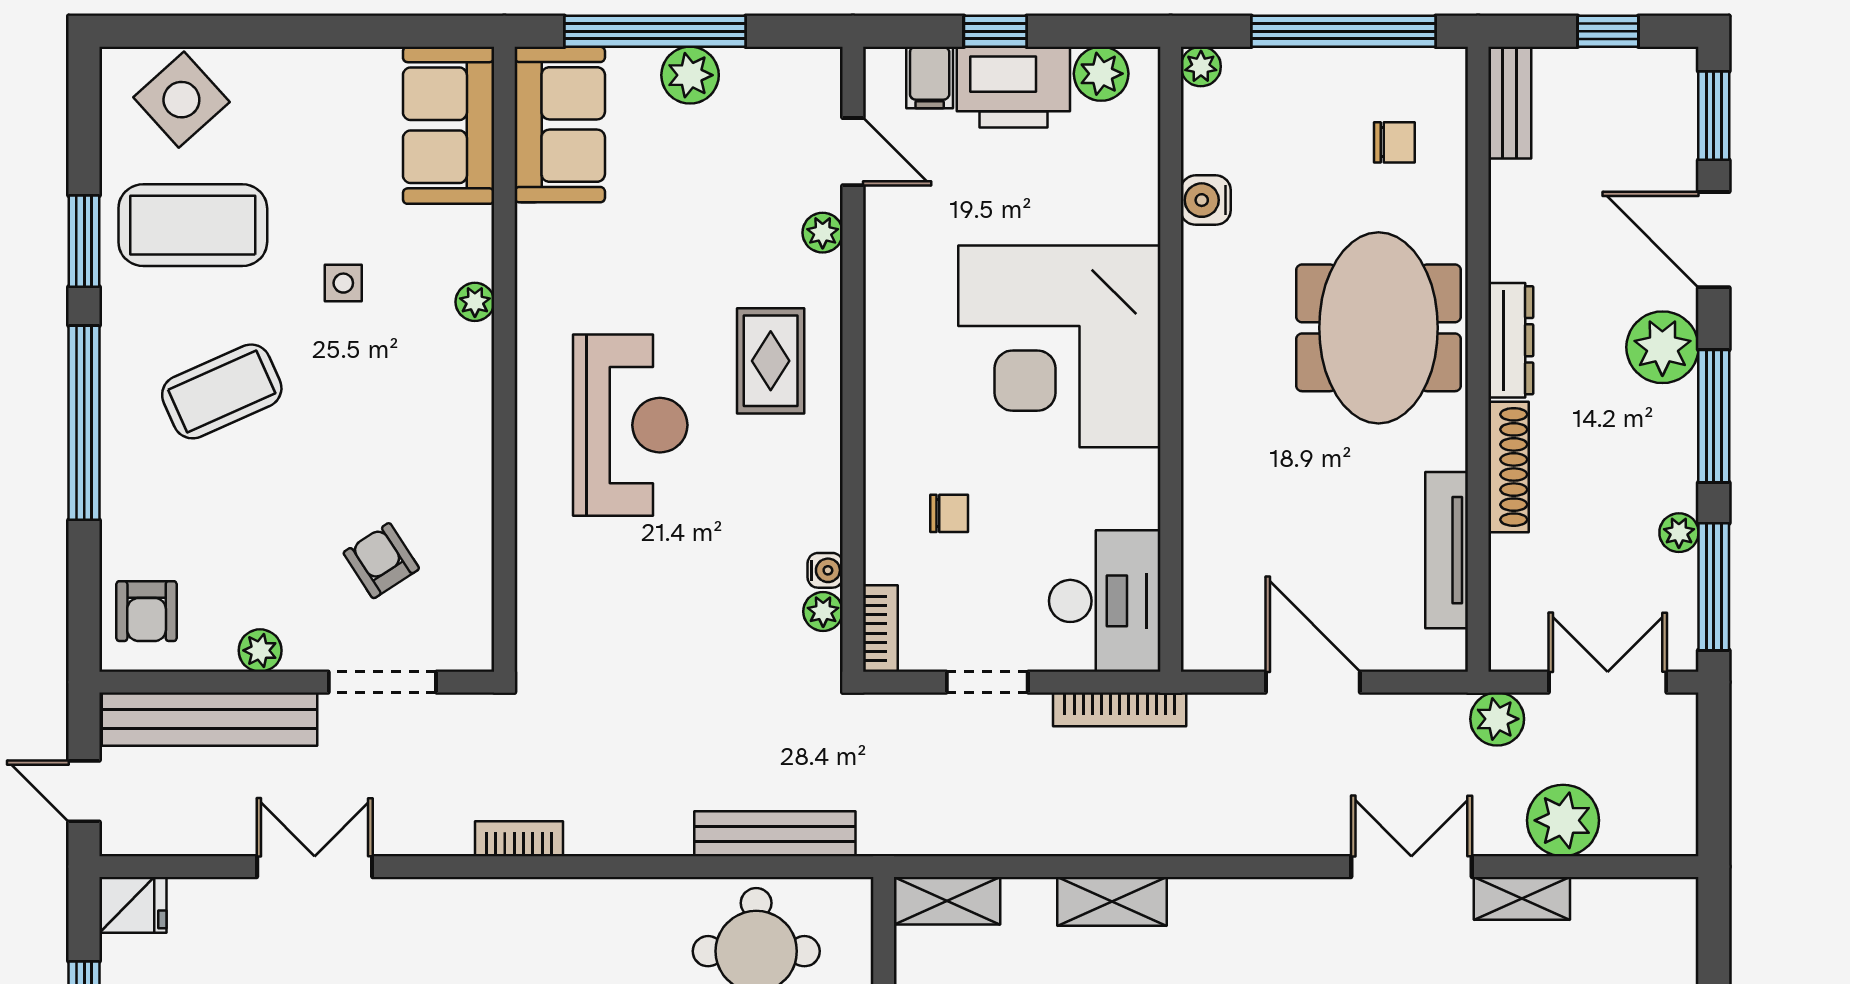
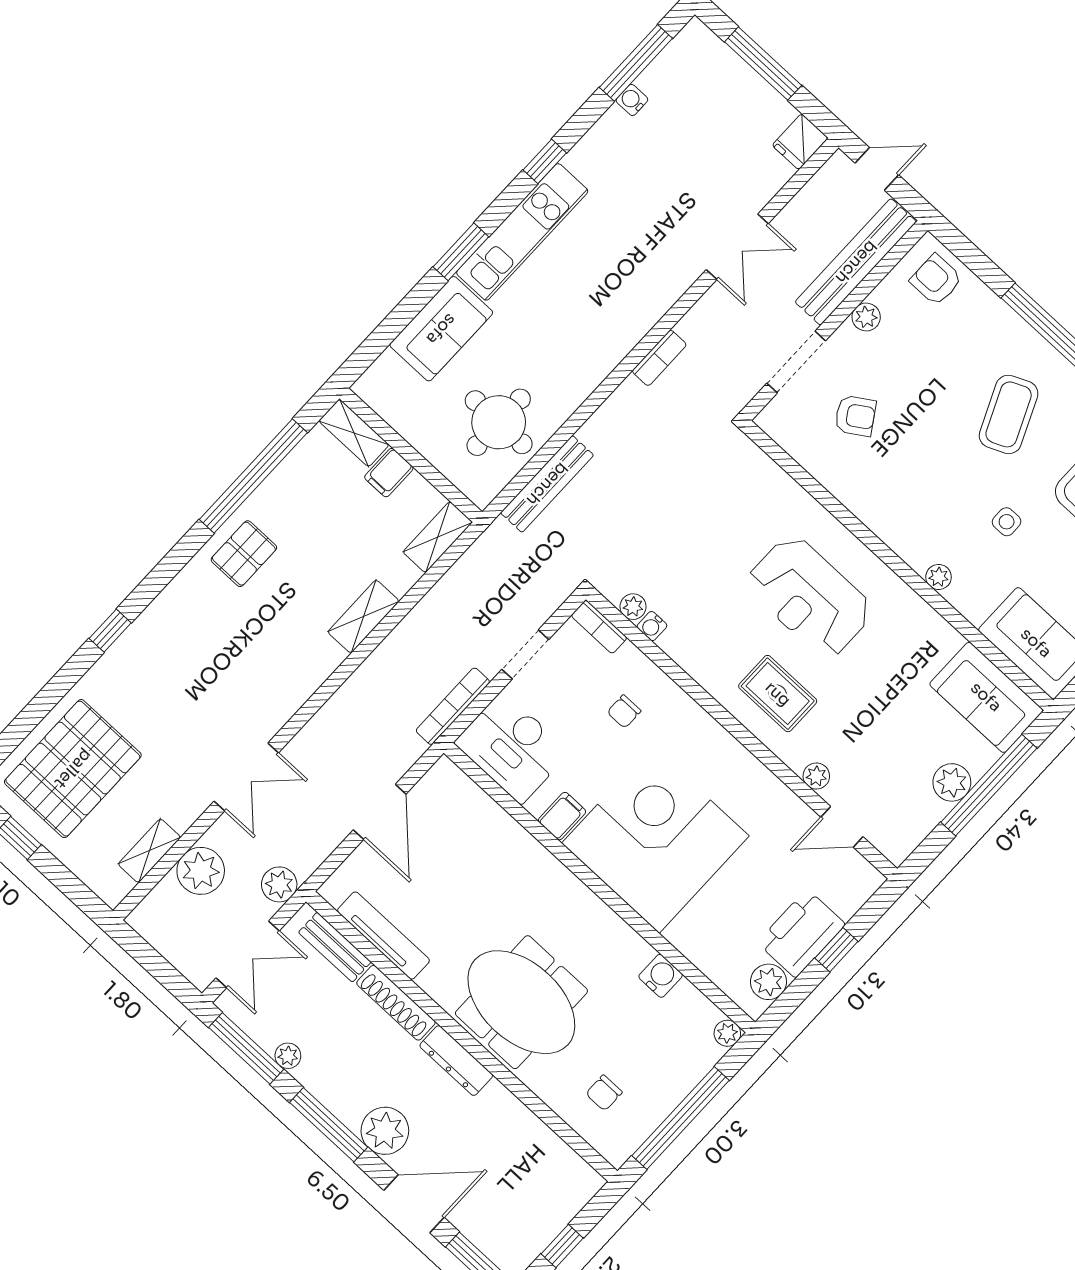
filing cabinet: (930, 78) -> (562, 816), moved, turned 90
bench: (1510, 103) -> (335, 947), moved
door: (1313, 682) -> (380, 812), hinge flipped
shelving: (1522, 898) -> (149, 851), moved

